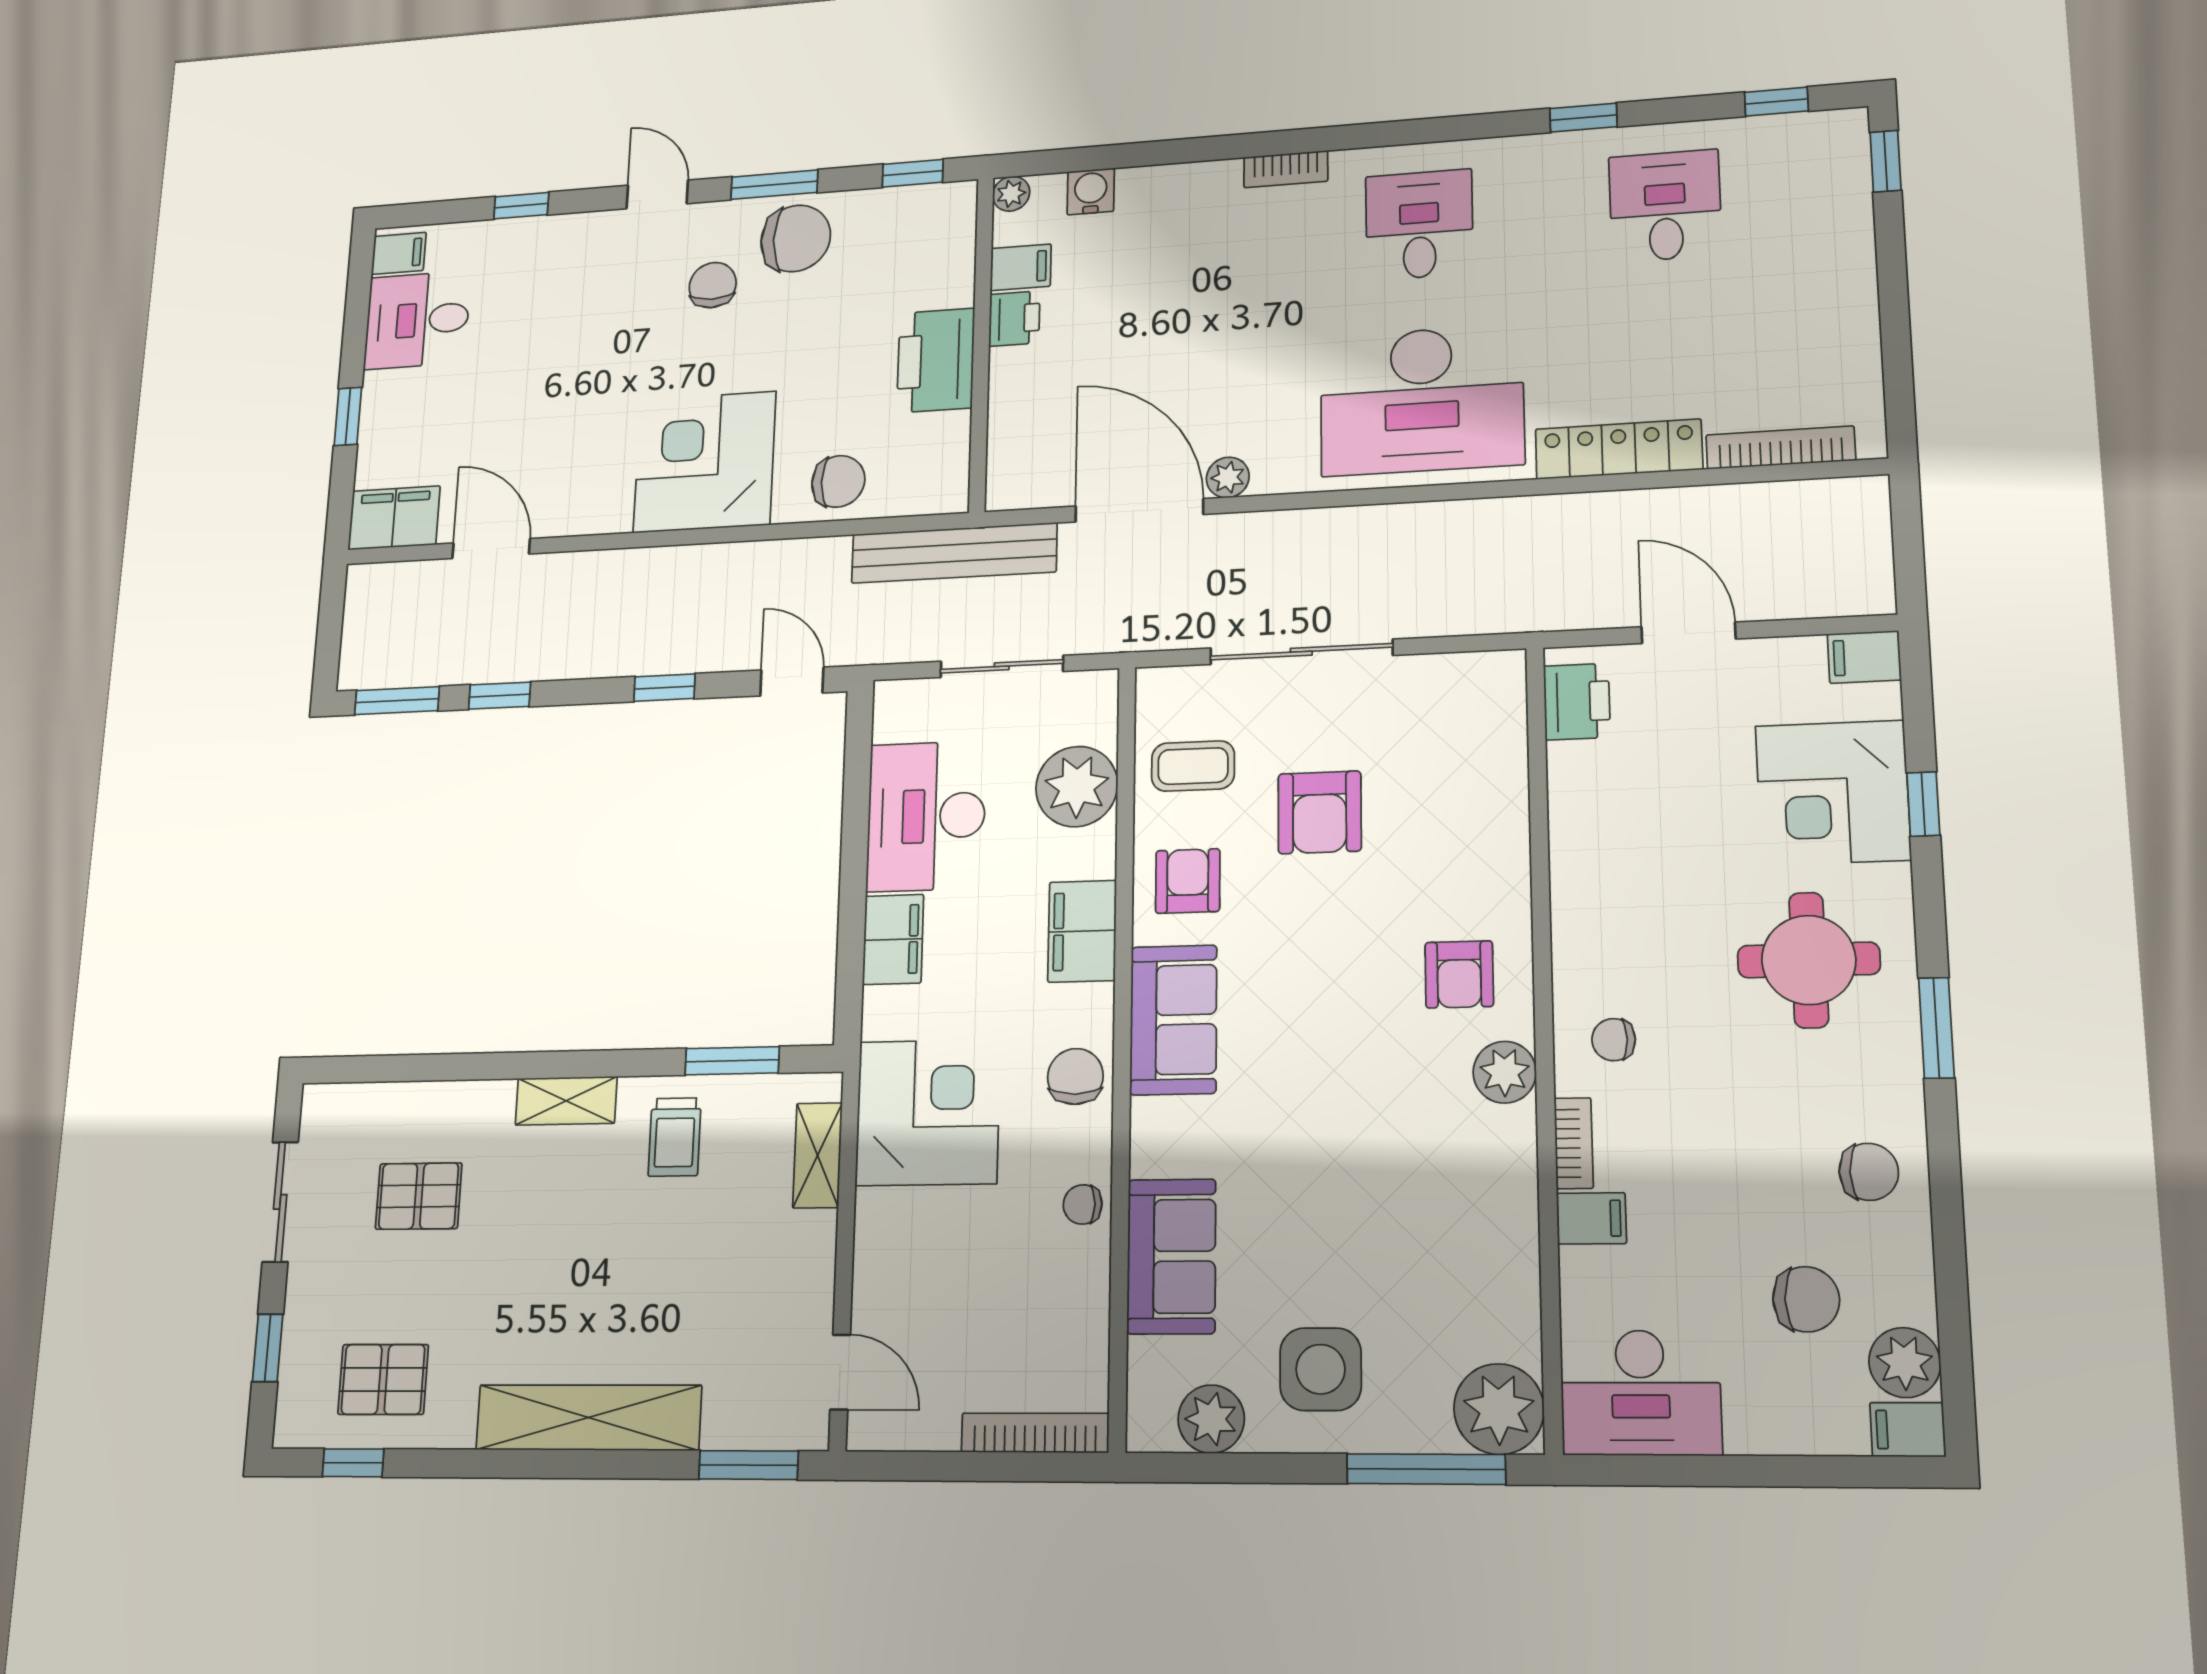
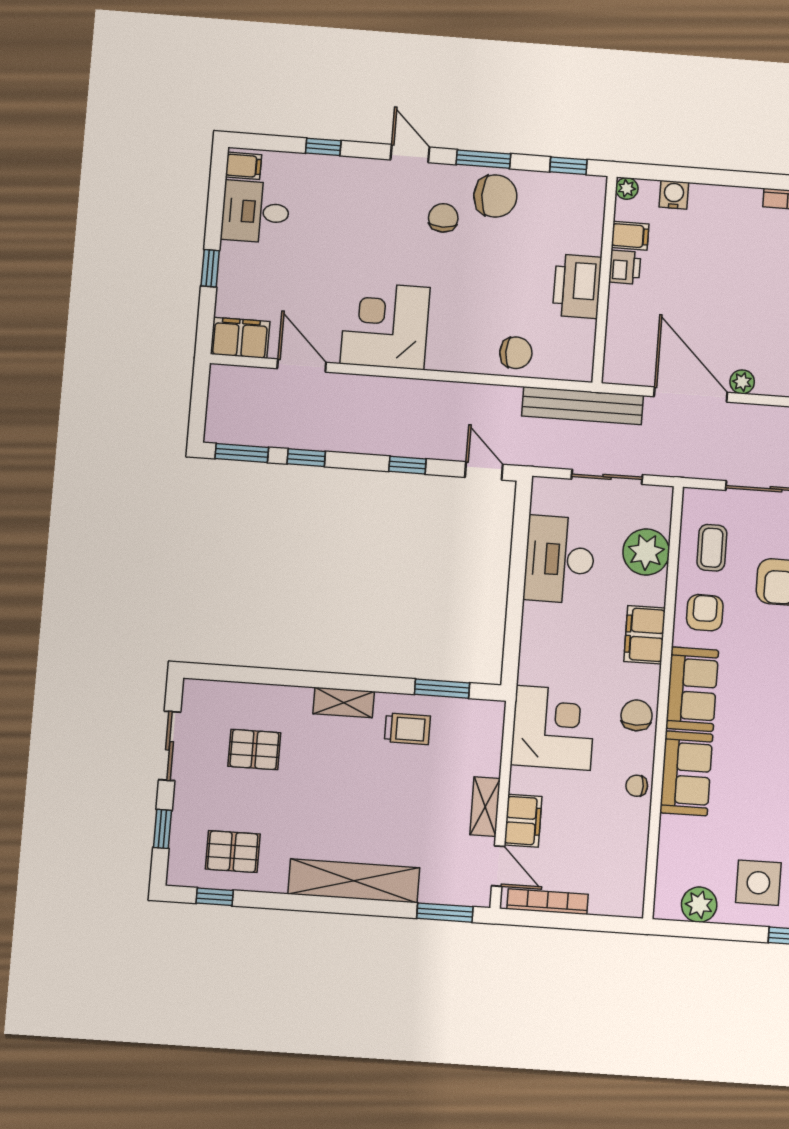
corner desk: (705, 462) -> (385, 326), moved
coffee table: (1193, 766) -> (712, 548), turned 90
filing cabinet: (893, 939) -> (523, 821), moved
trolley: (675, 1137) -> (407, 729), turned -90
shelving: (817, 1155) -> (485, 807), moved
sofa: (1171, 1256) -> (686, 773), moved
bookcase: (1035, 1433) -> (548, 902), moved

